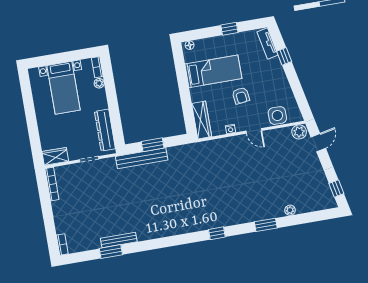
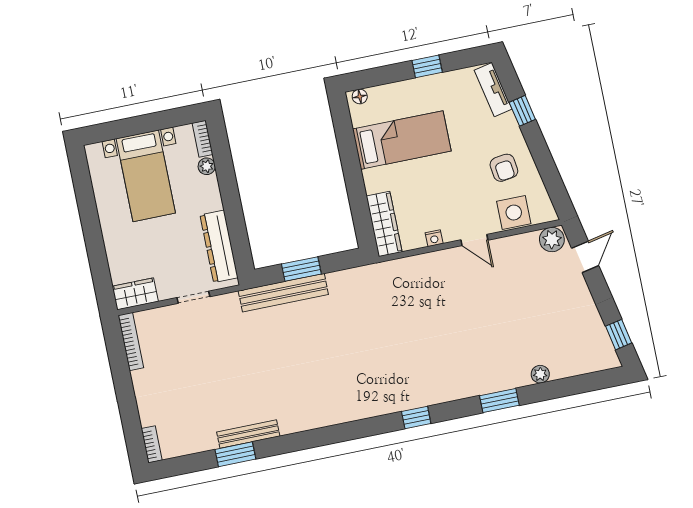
armchair: (241, 96) -> (504, 168), moved

